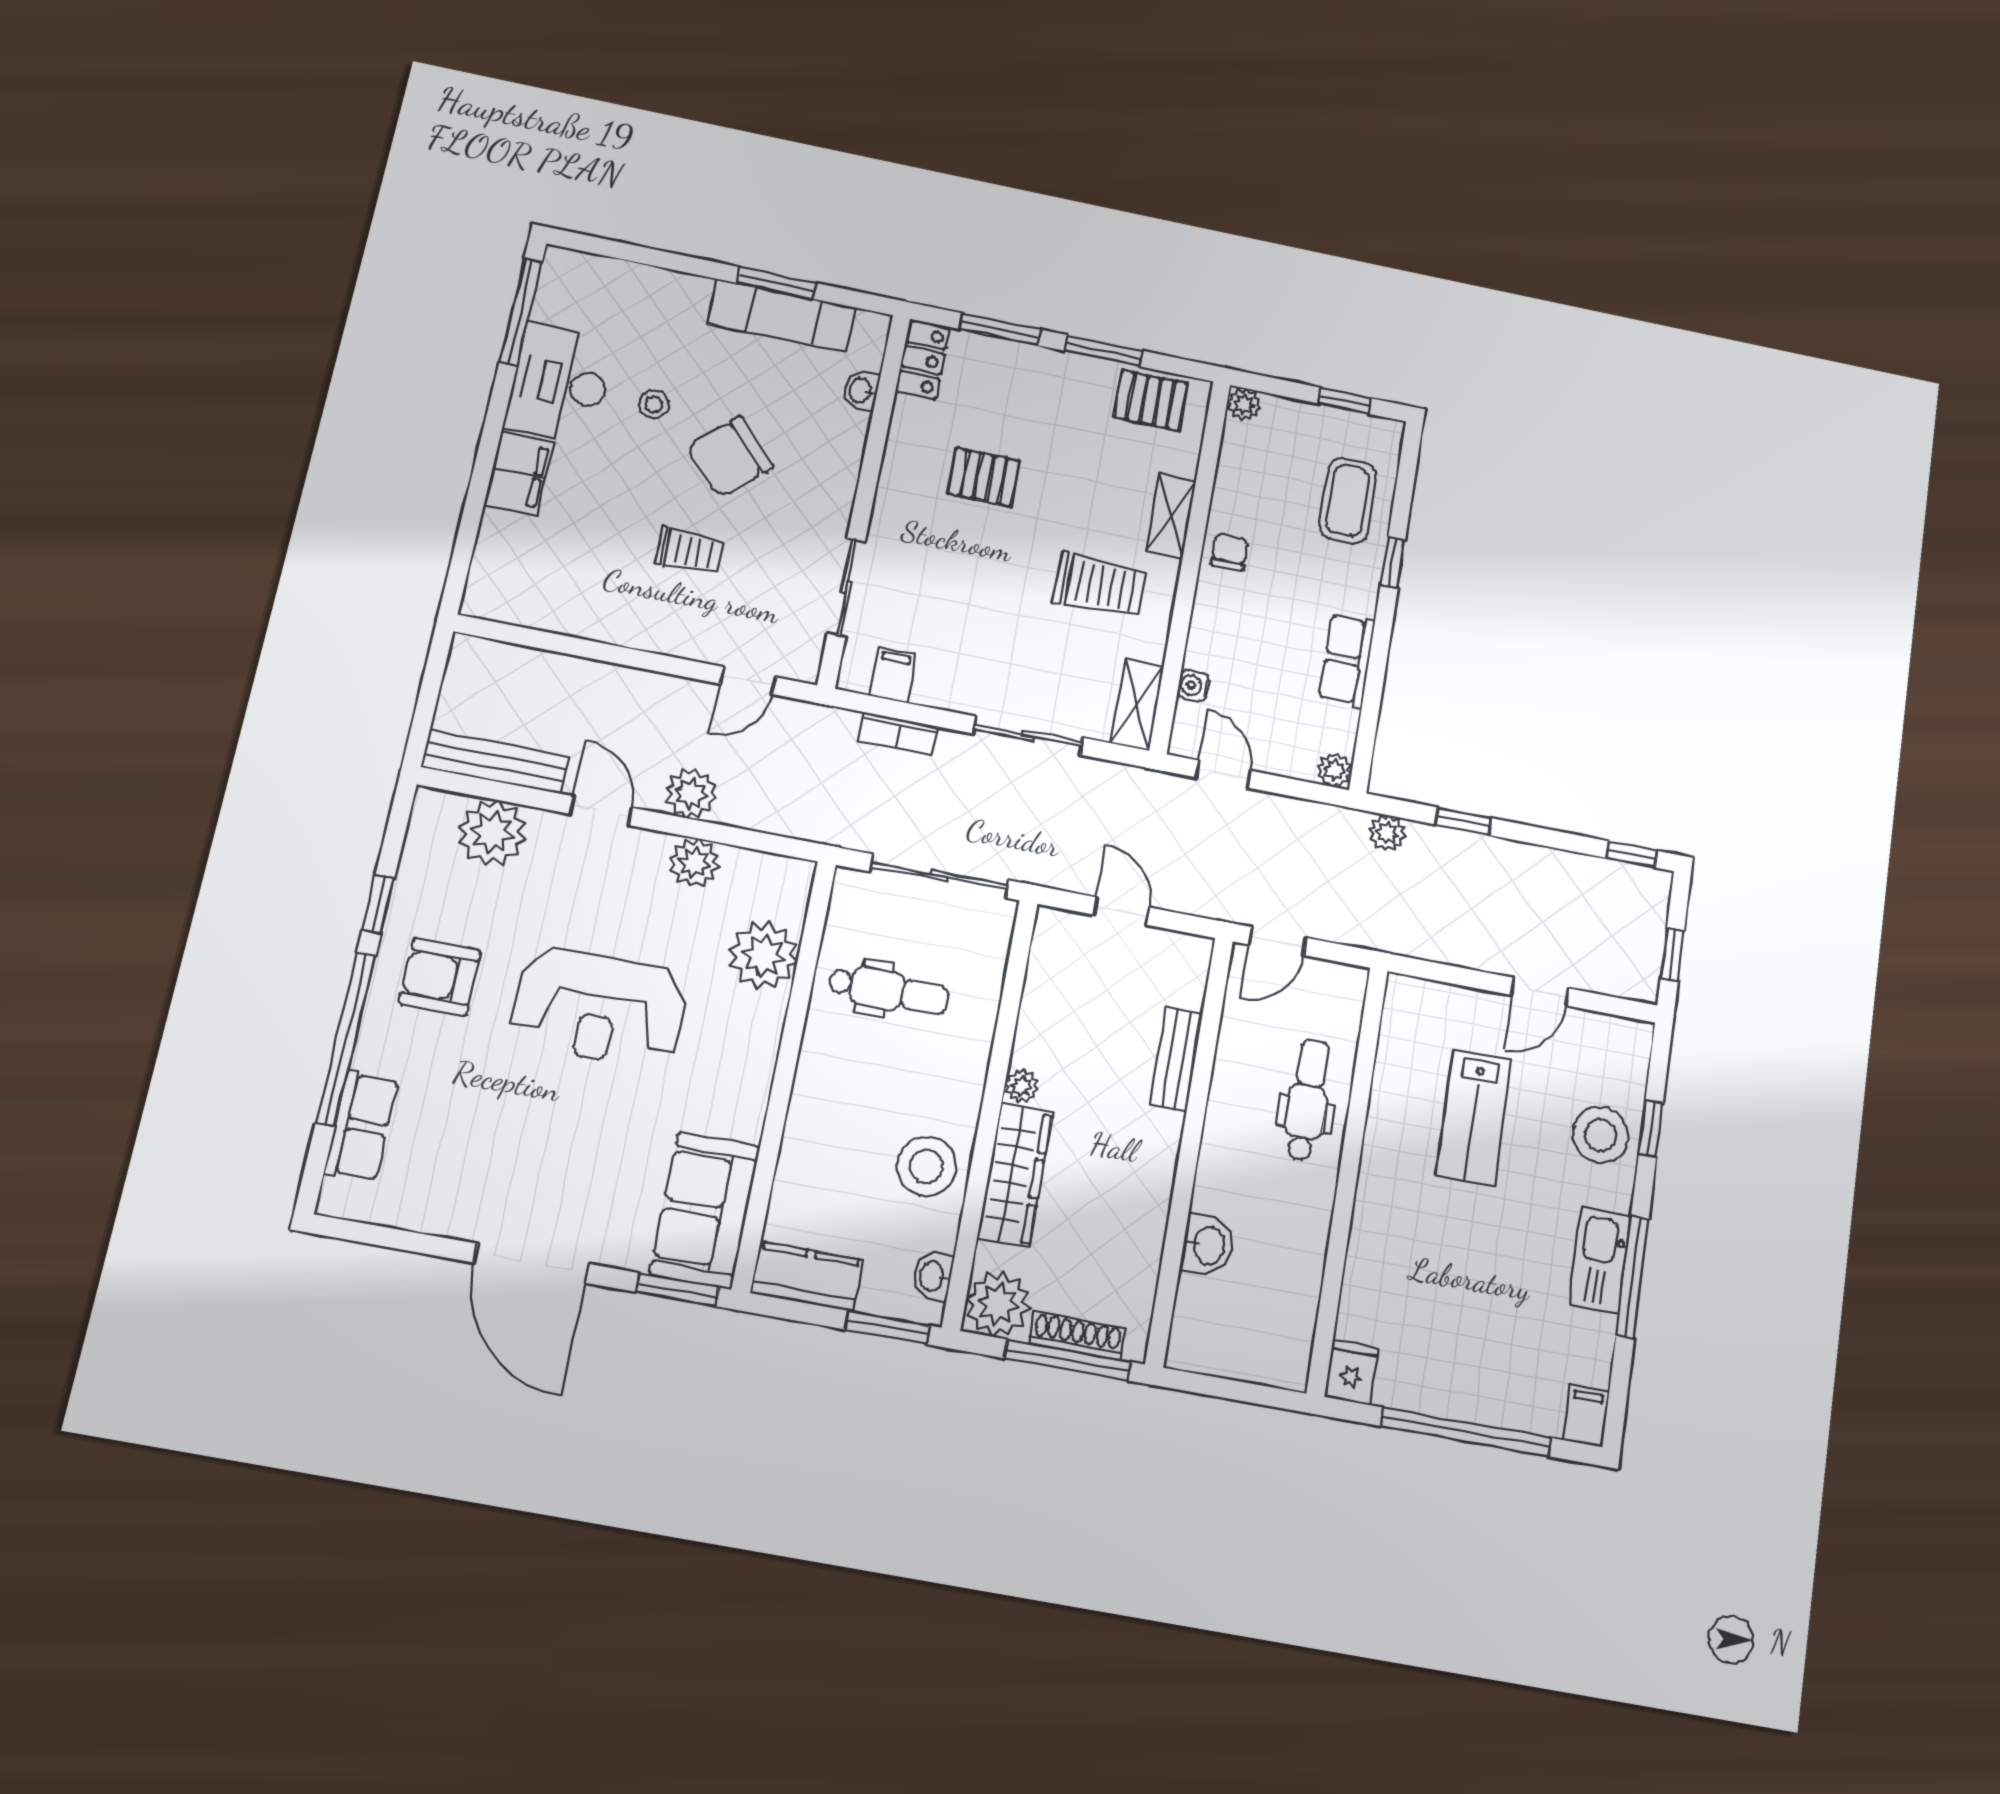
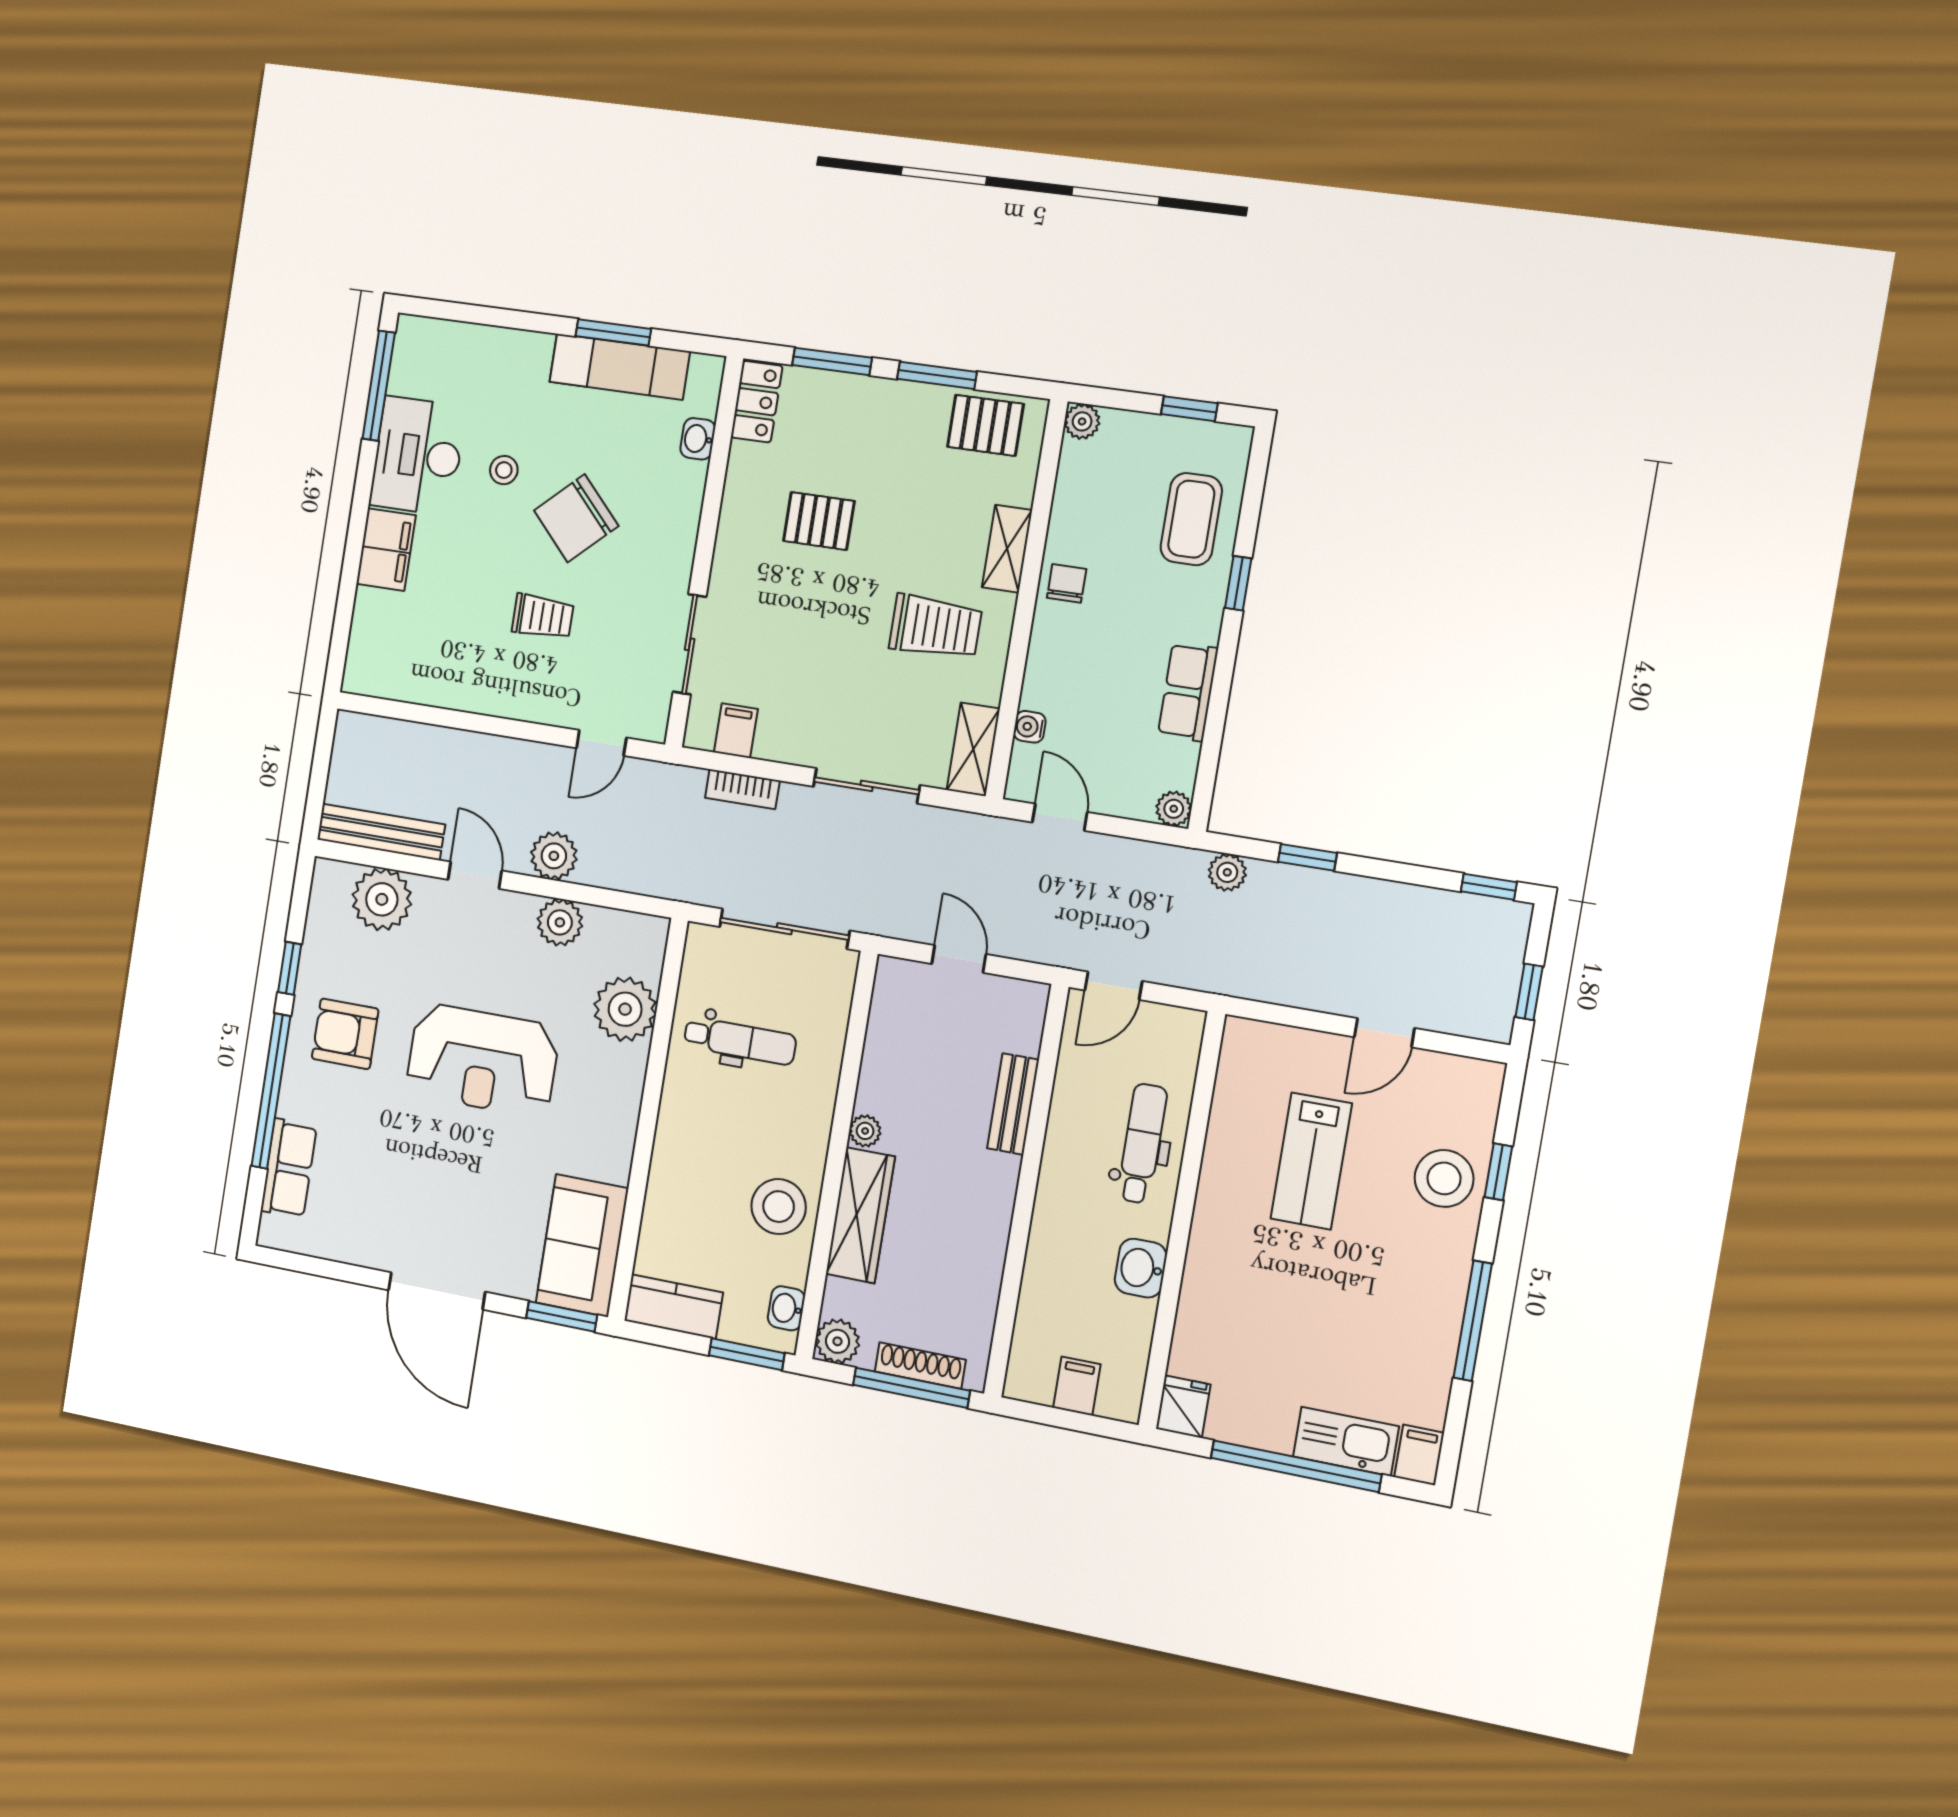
washbasin: (1208, 1245) -> (1141, 1268), moved, turned 180
kitchen sink: (1600, 1260) -> (1346, 1441), moved, turned 90
plant: (998, 1304) -> (837, 1341), width x0.73, depth x0.73
filing cabinet: (1242, 1354) -> (1077, 1386), added

